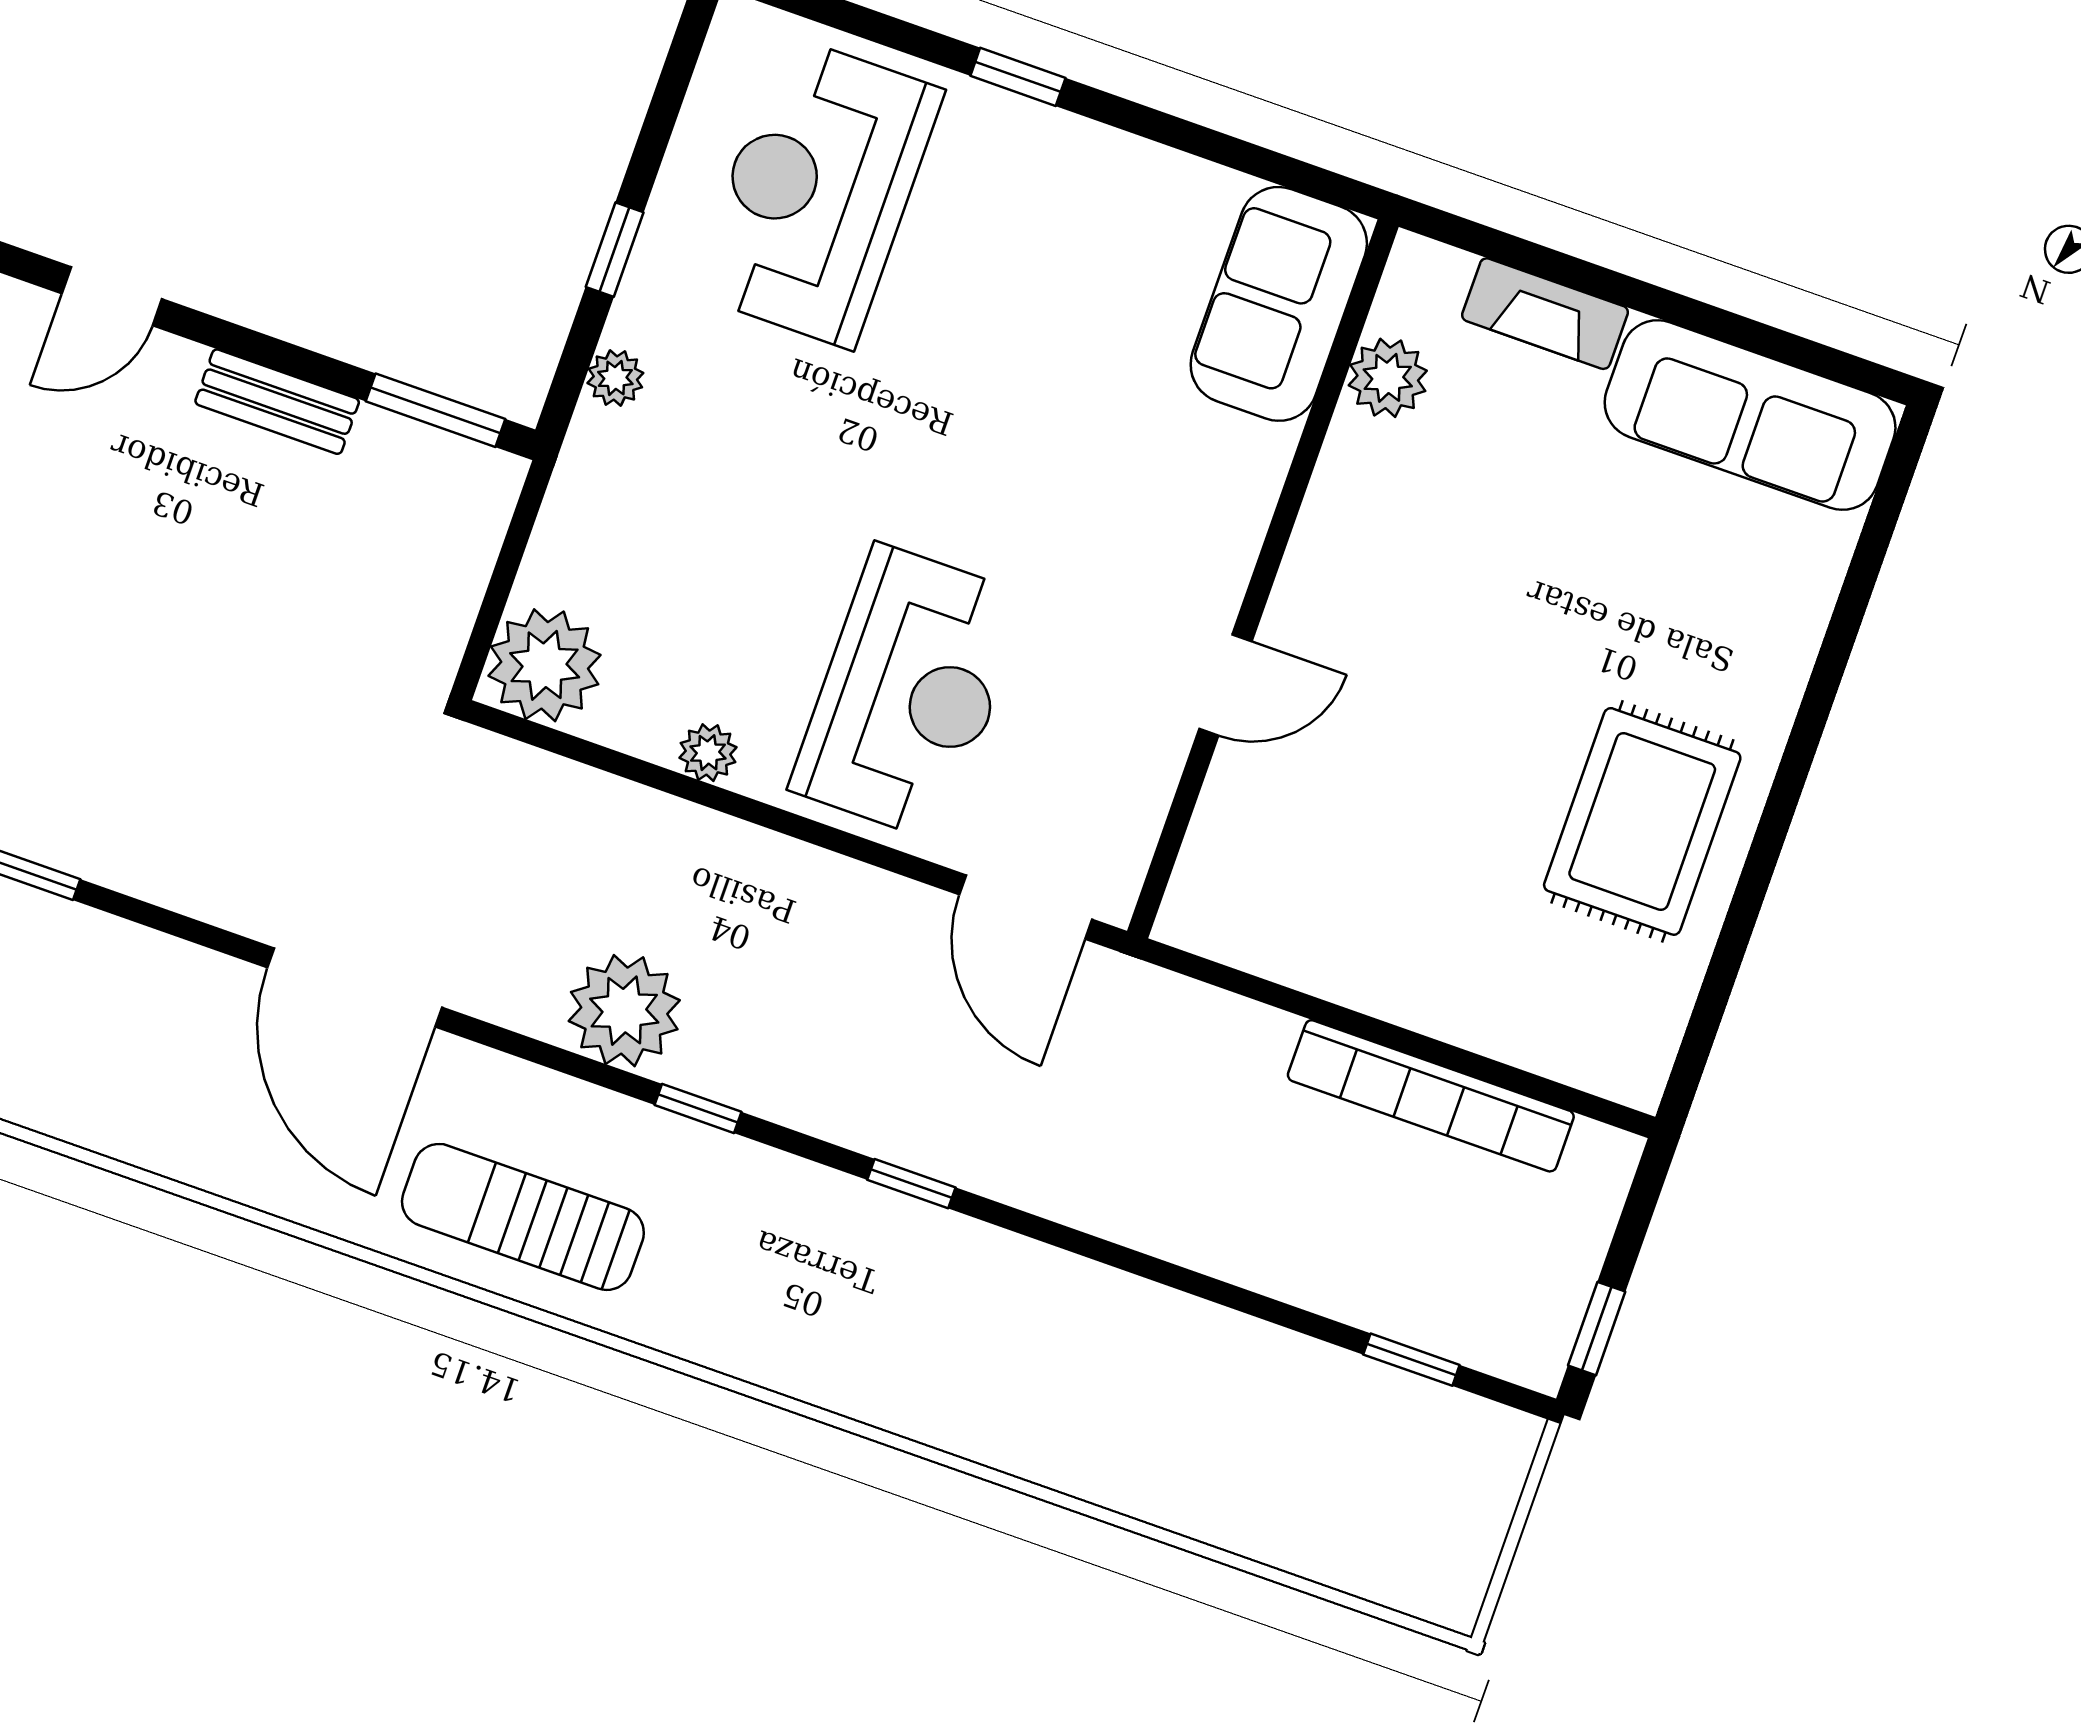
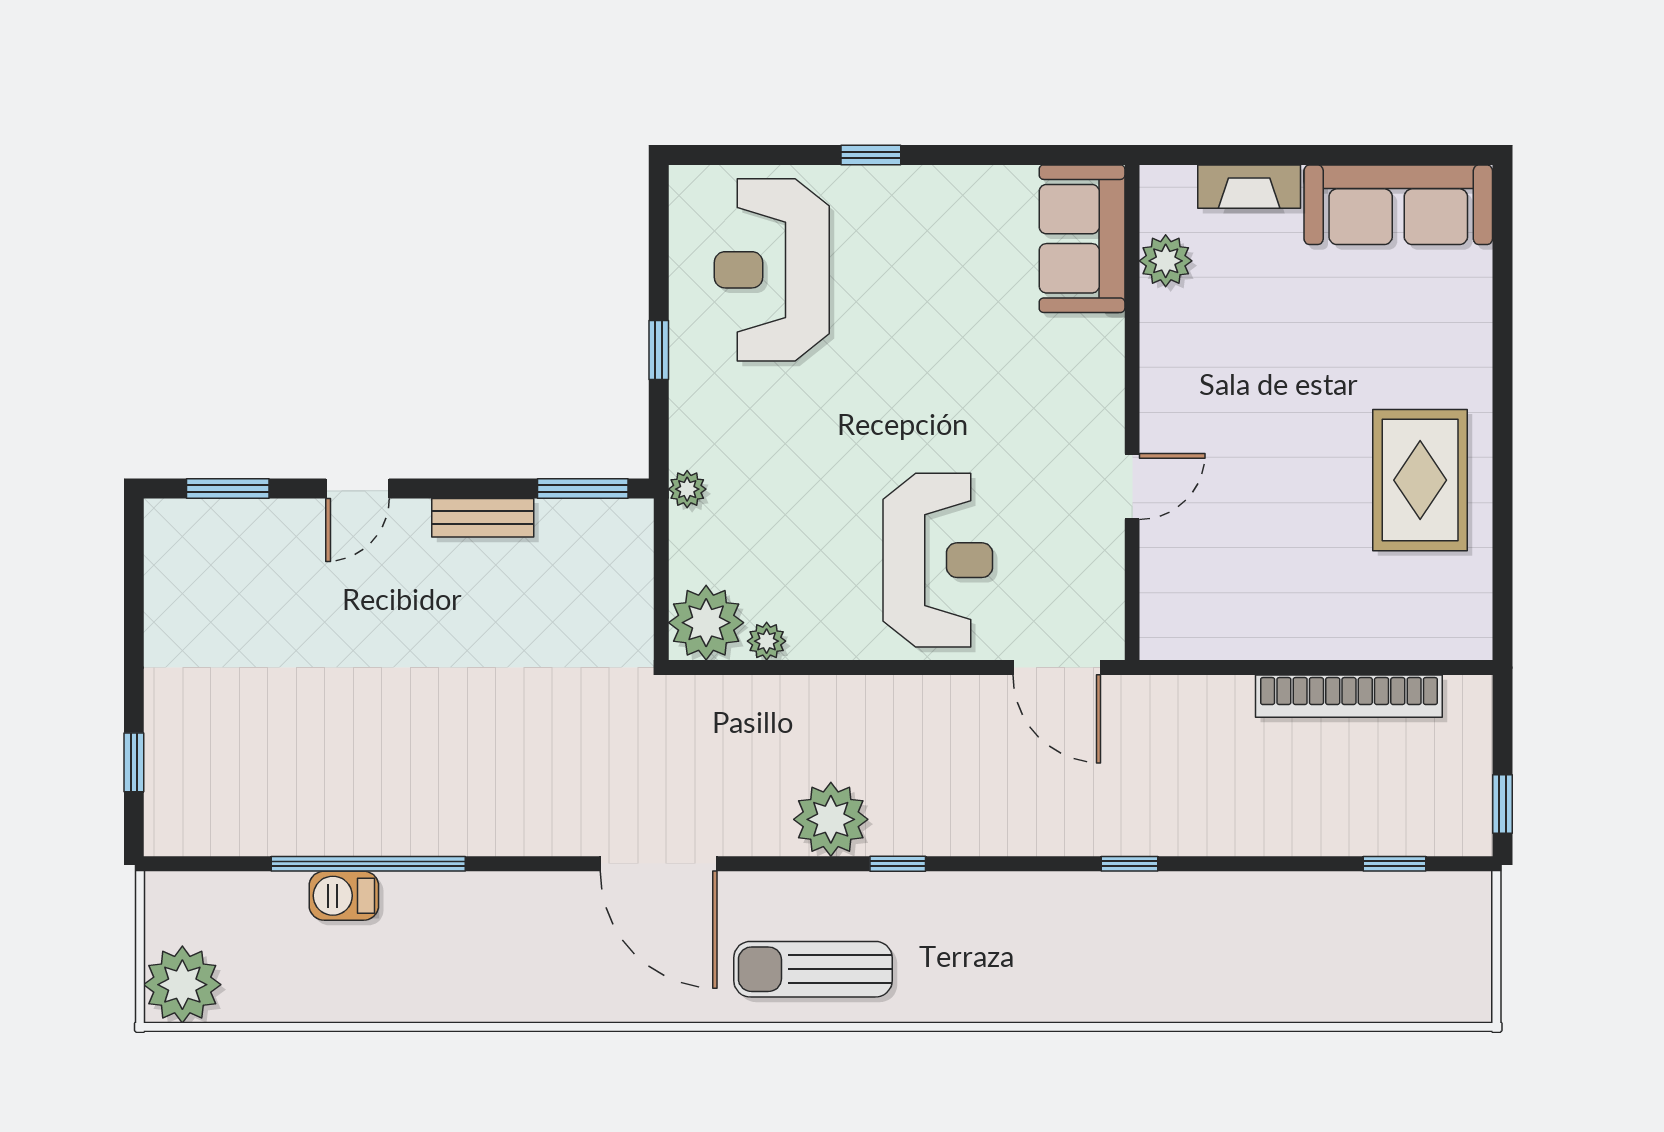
plant: (615, 378) -> (687, 489), moved
plant: (708, 753) -> (767, 641), moved
window: (911, 1184) -> (1129, 864), moved

